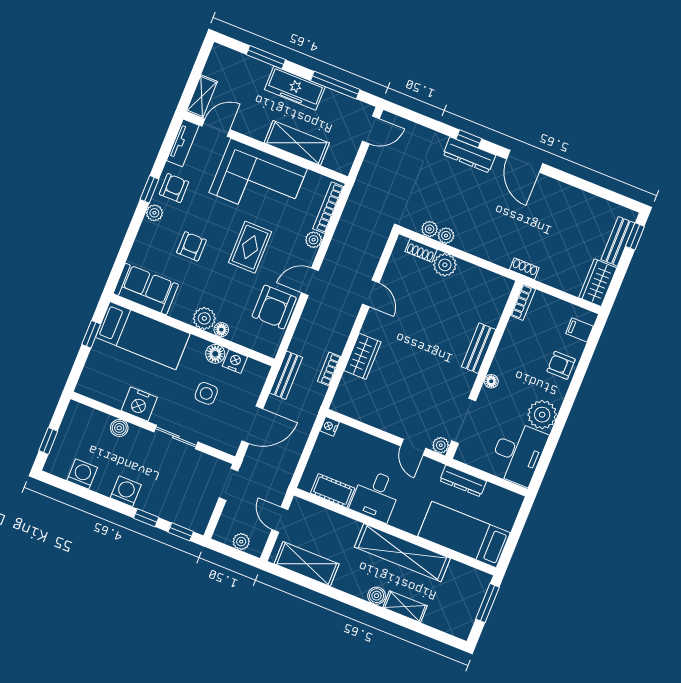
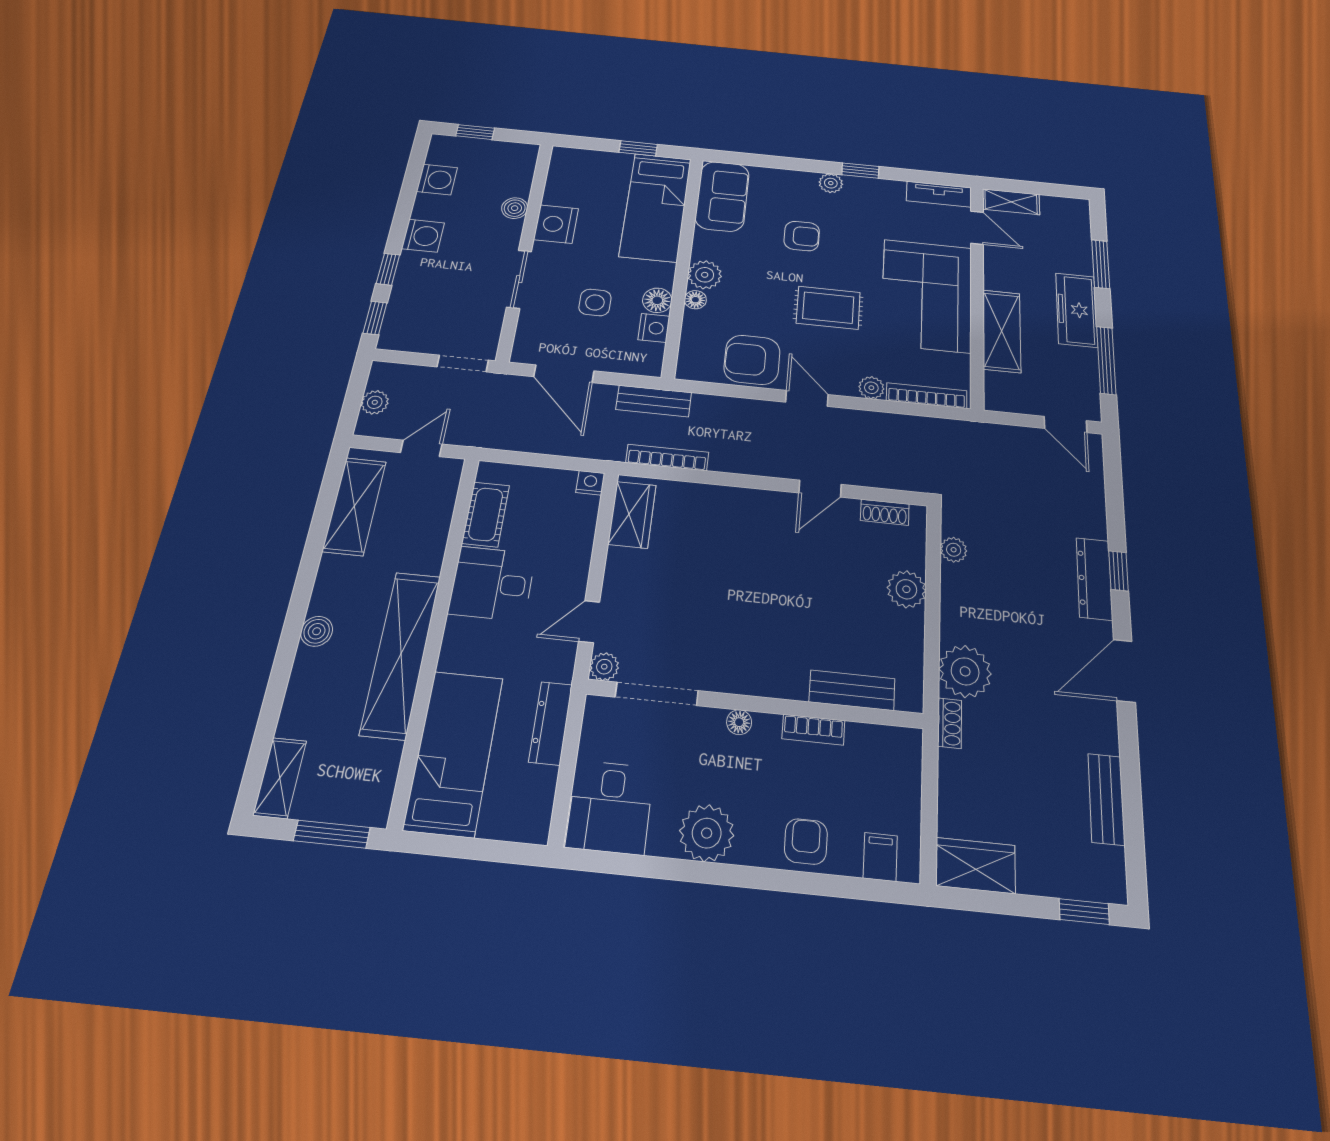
armchair: (174, 188) -> (874, 198), removed
plant: (446, 236) -> (965, 671), moved, width x1.88, depth x1.88
bench: (618, 241) -> (1106, 799), moved, turned 90
shoe rack: (421, 250) -> (885, 512), moved, turned -90
bookcase: (523, 302) -> (813, 730), moved
bench: (479, 348) -> (852, 690), moved
wardrobe: (362, 356) -> (632, 515), moved, turned -90
bookcase: (329, 369) -> (667, 457), width x1.56
desk: (518, 453) -> (610, 807), width x0.73
shelving: (405, 607) -> (280, 778), moved

